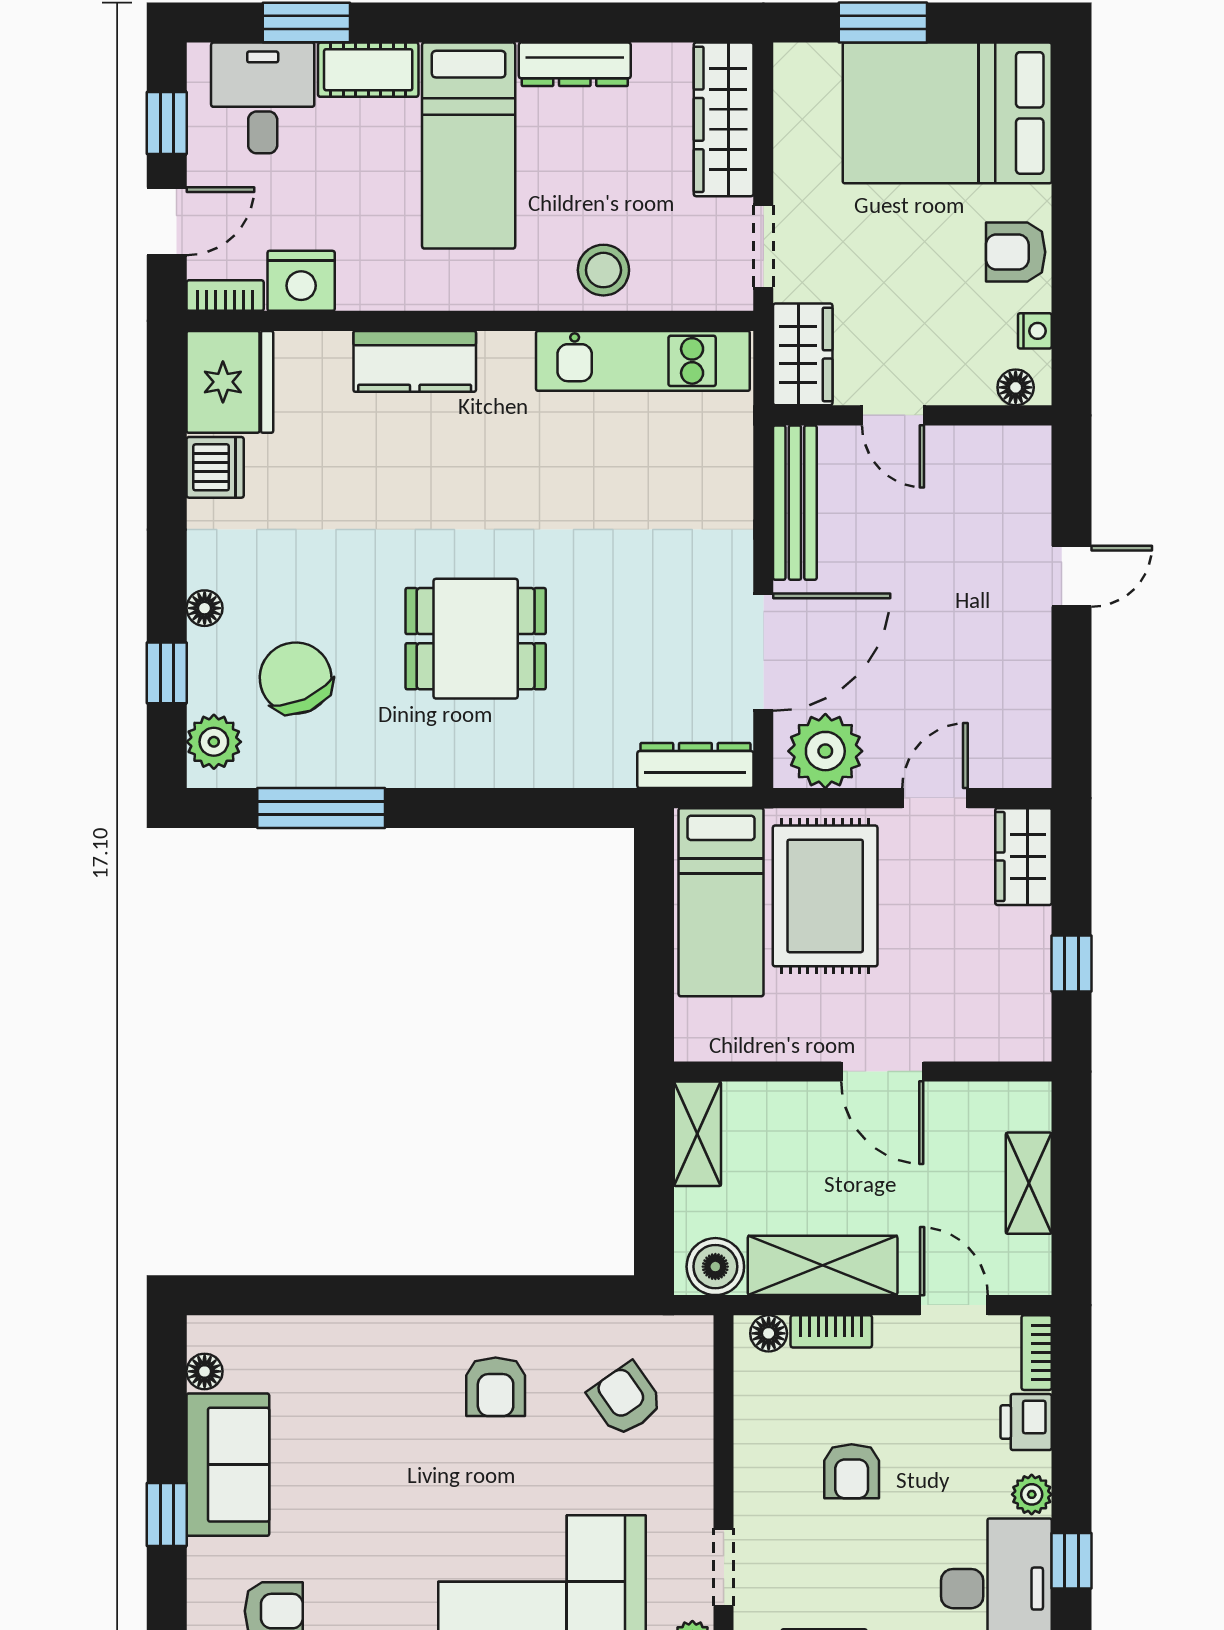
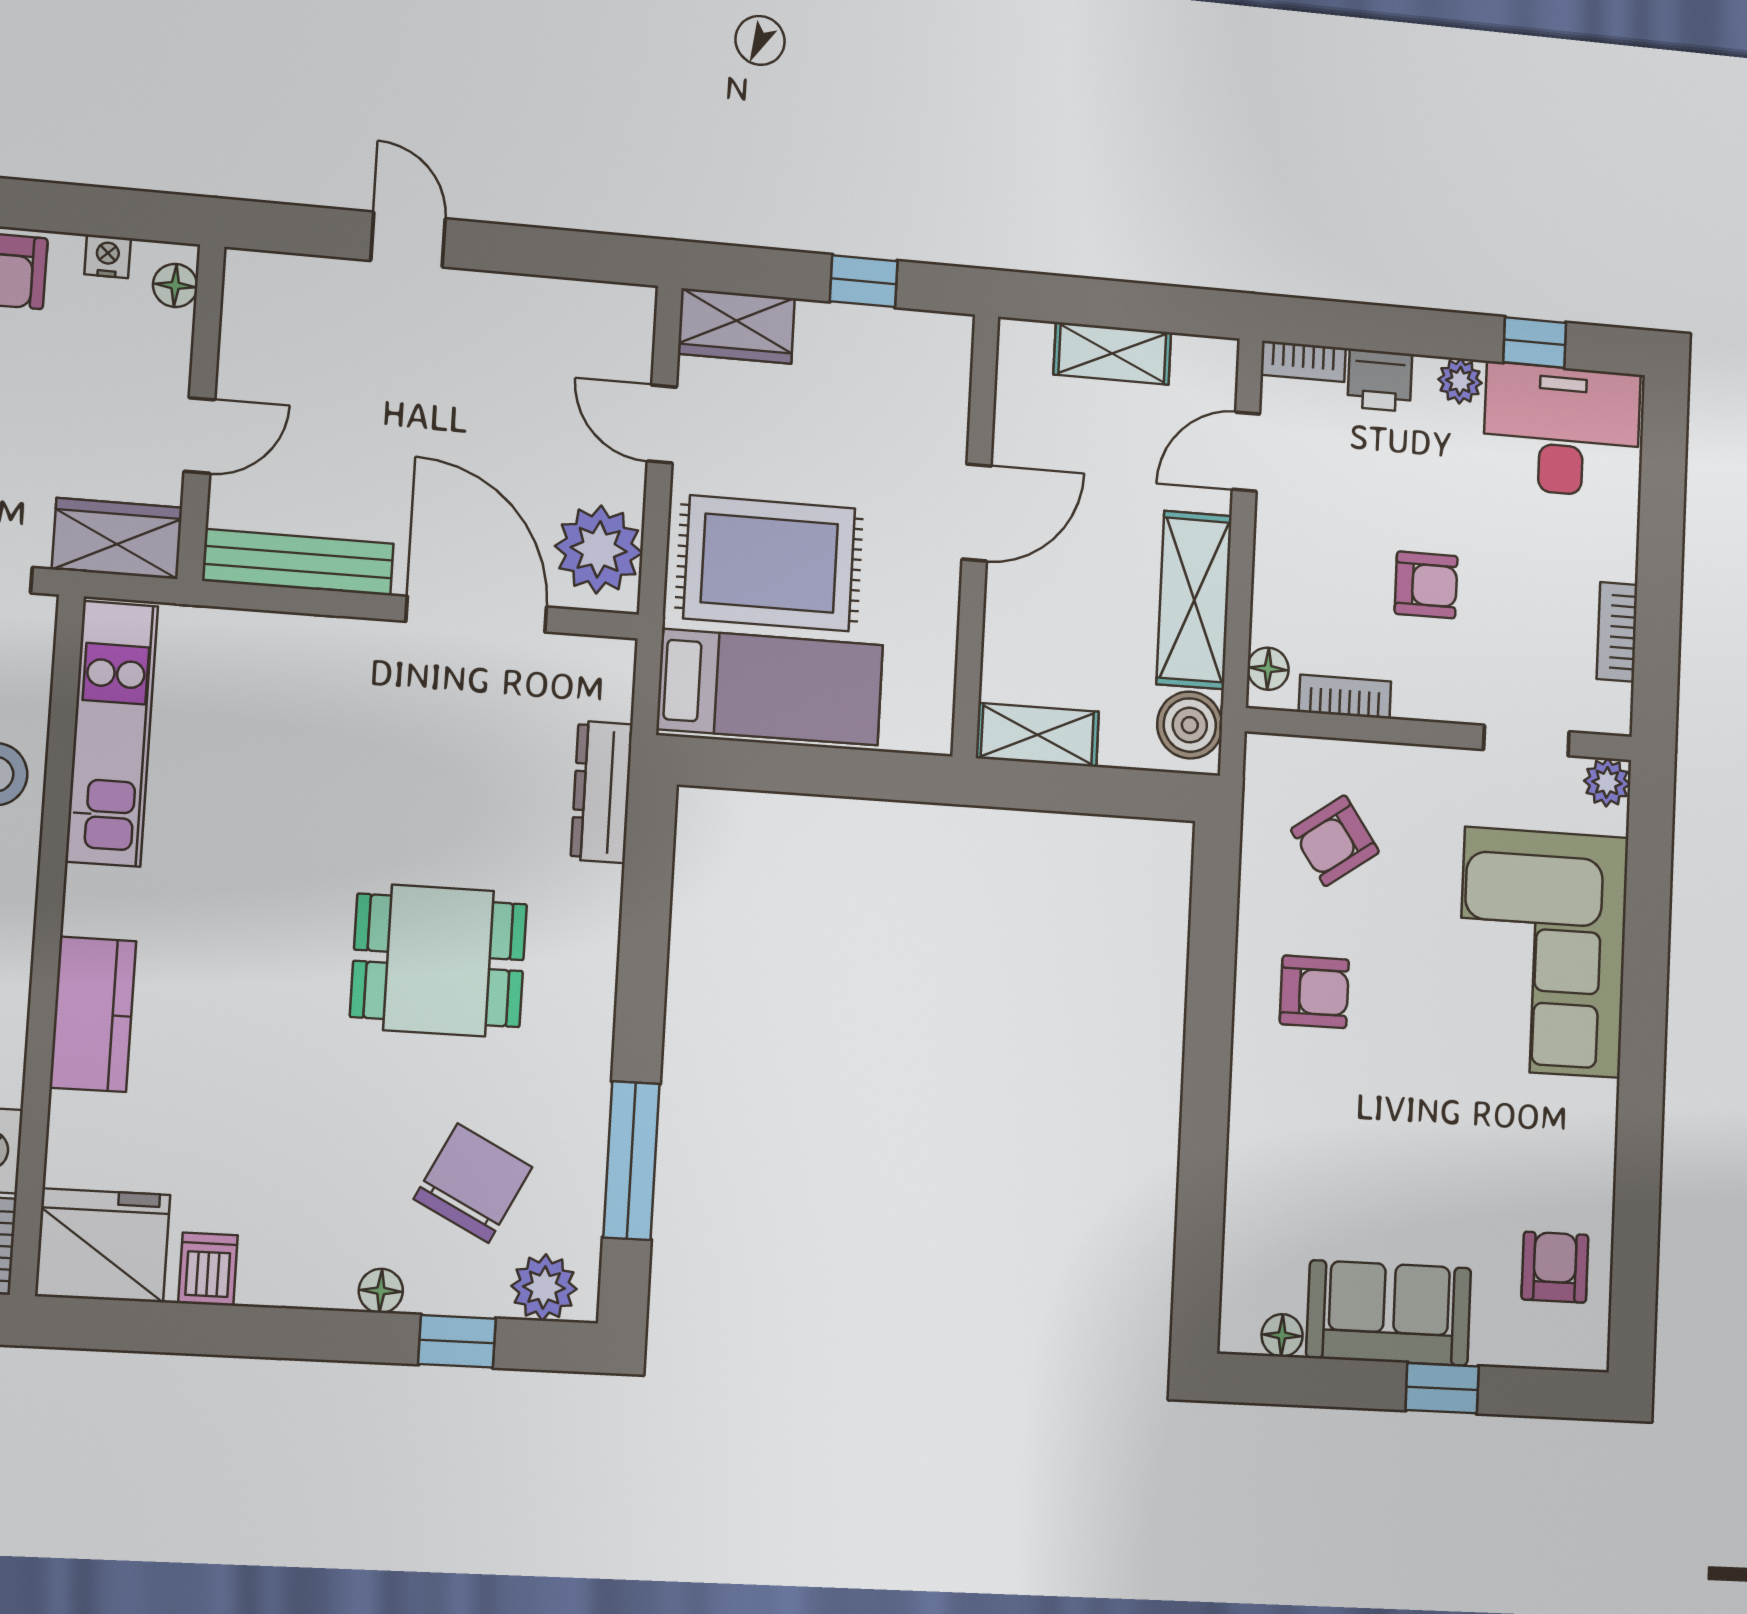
dishwasher: (215, 467) -> (208, 1269), width x0.73
dining table: (476, 639) -> (439, 960), turned 90
chair: (296, 678) -> (473, 1183), turned 141
dresser: (695, 765) -> (602, 792), moved
bookcase: (831, 1331) -> (1345, 697), moved, turned -90

